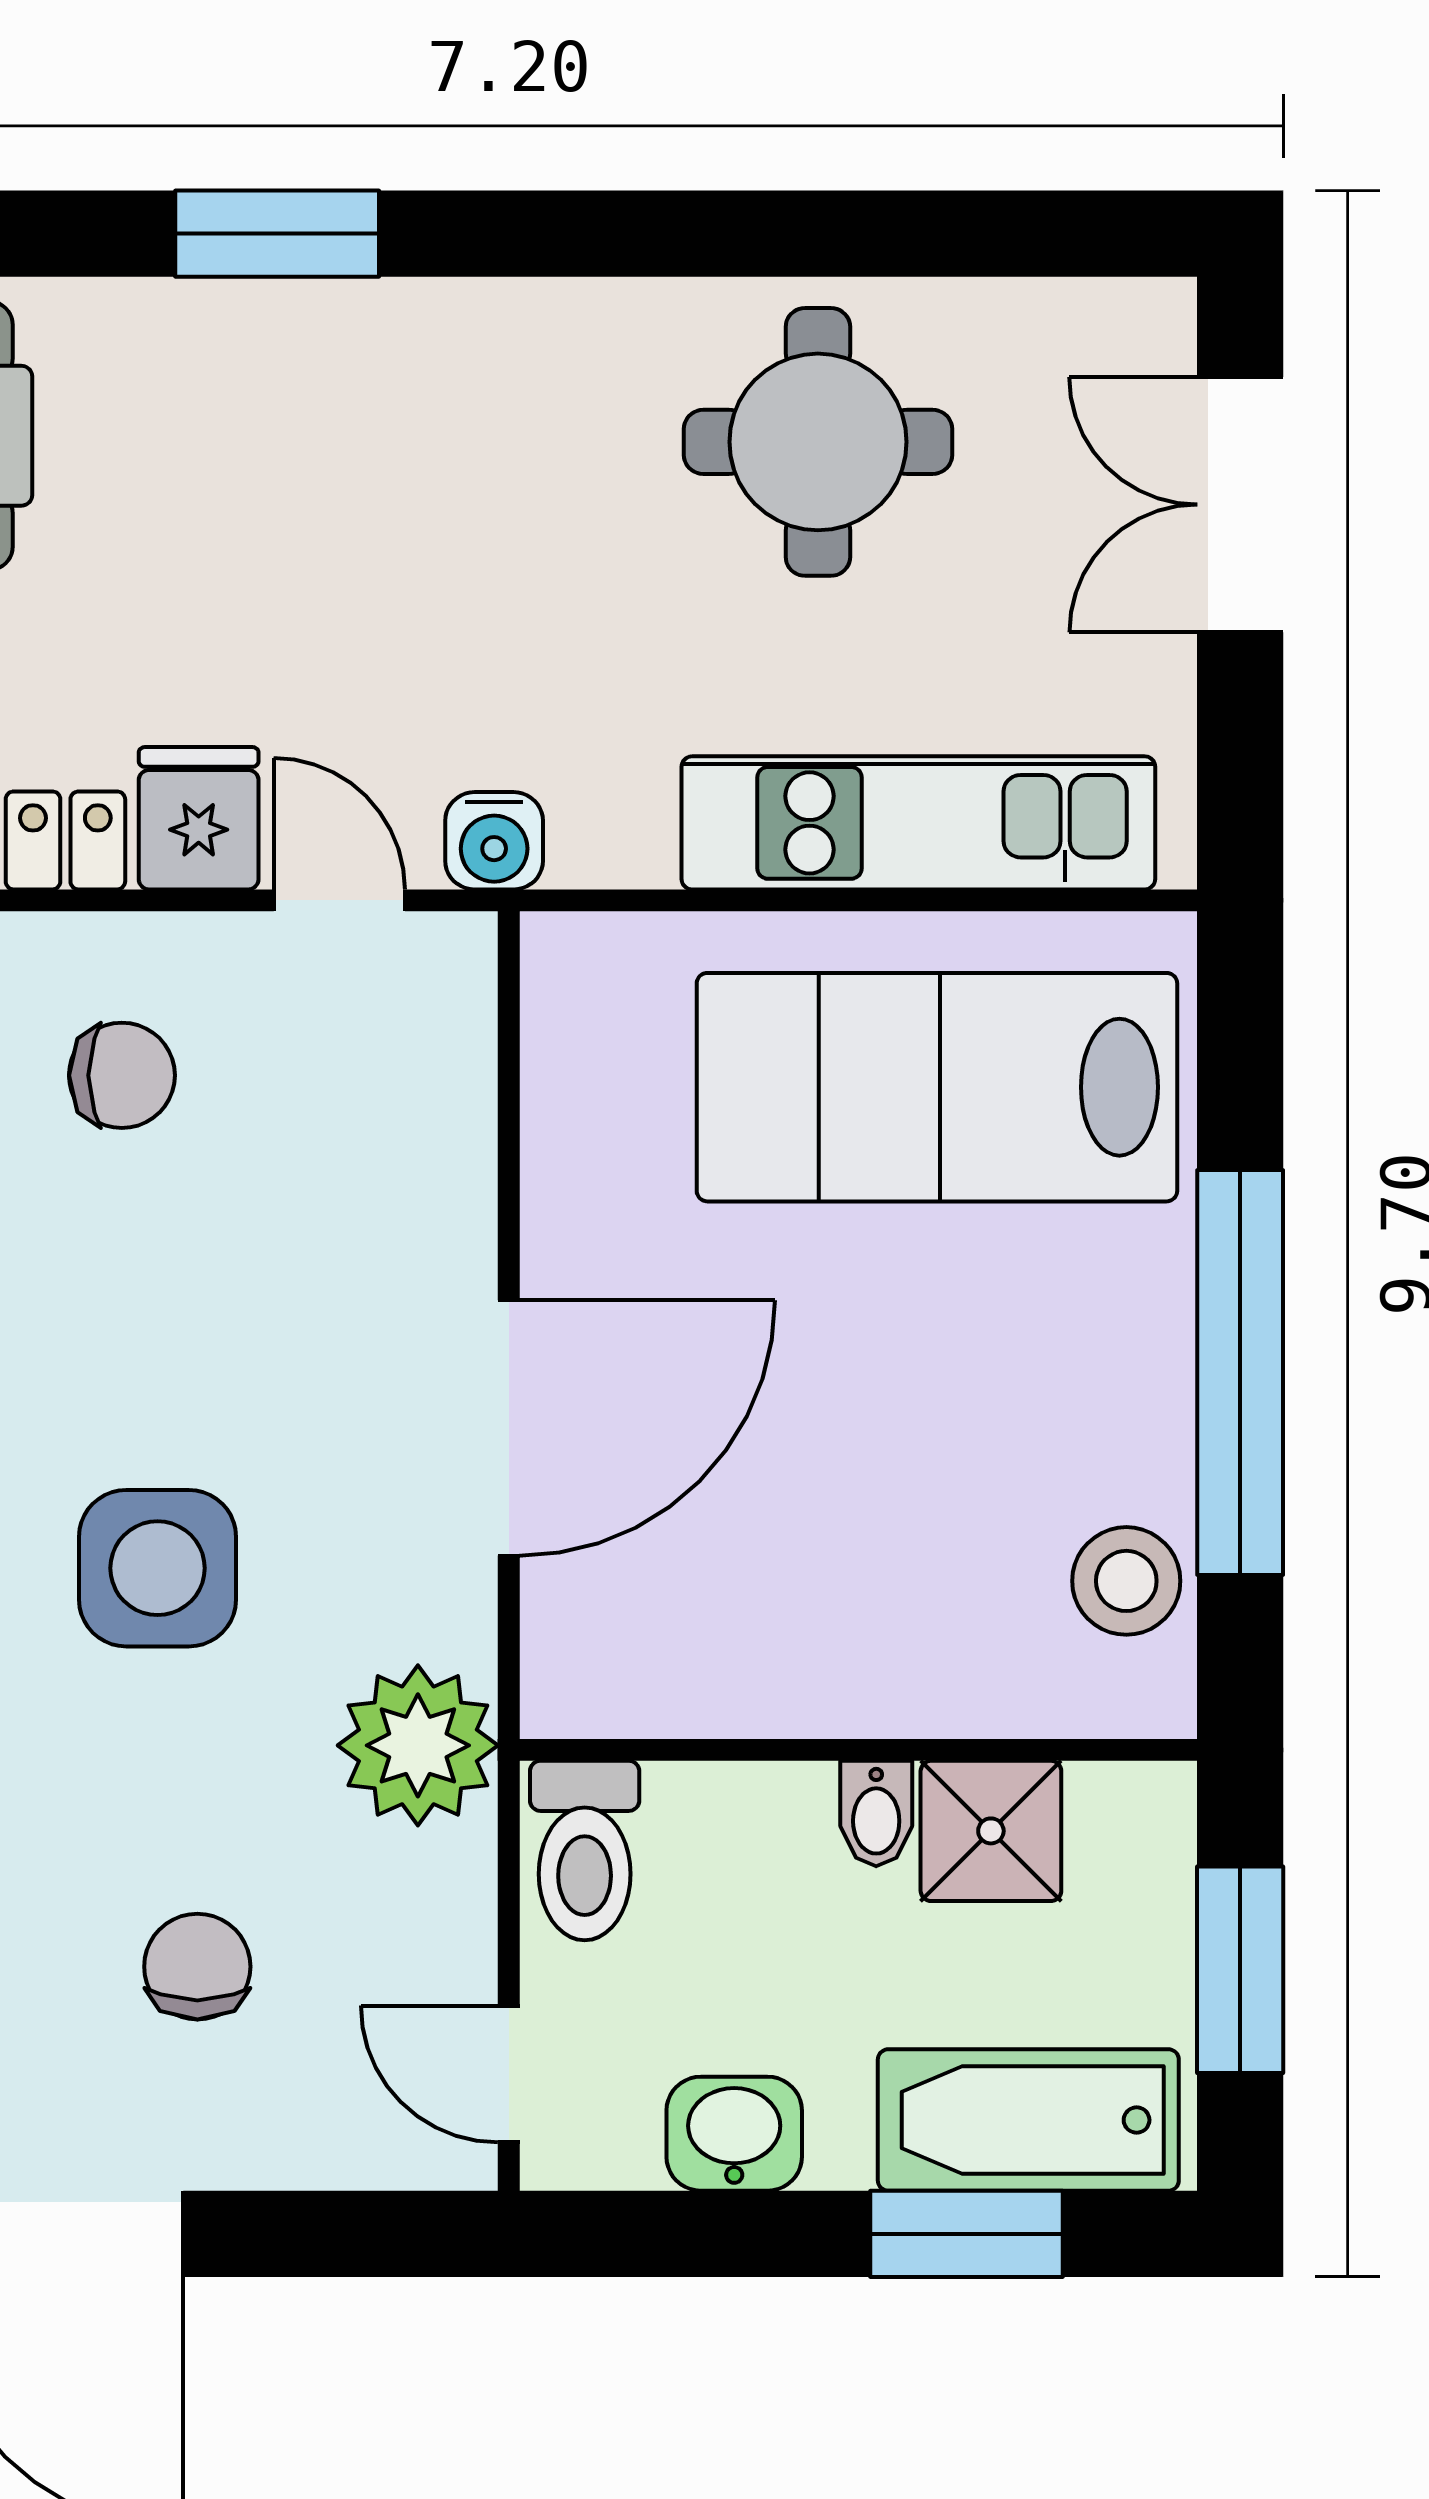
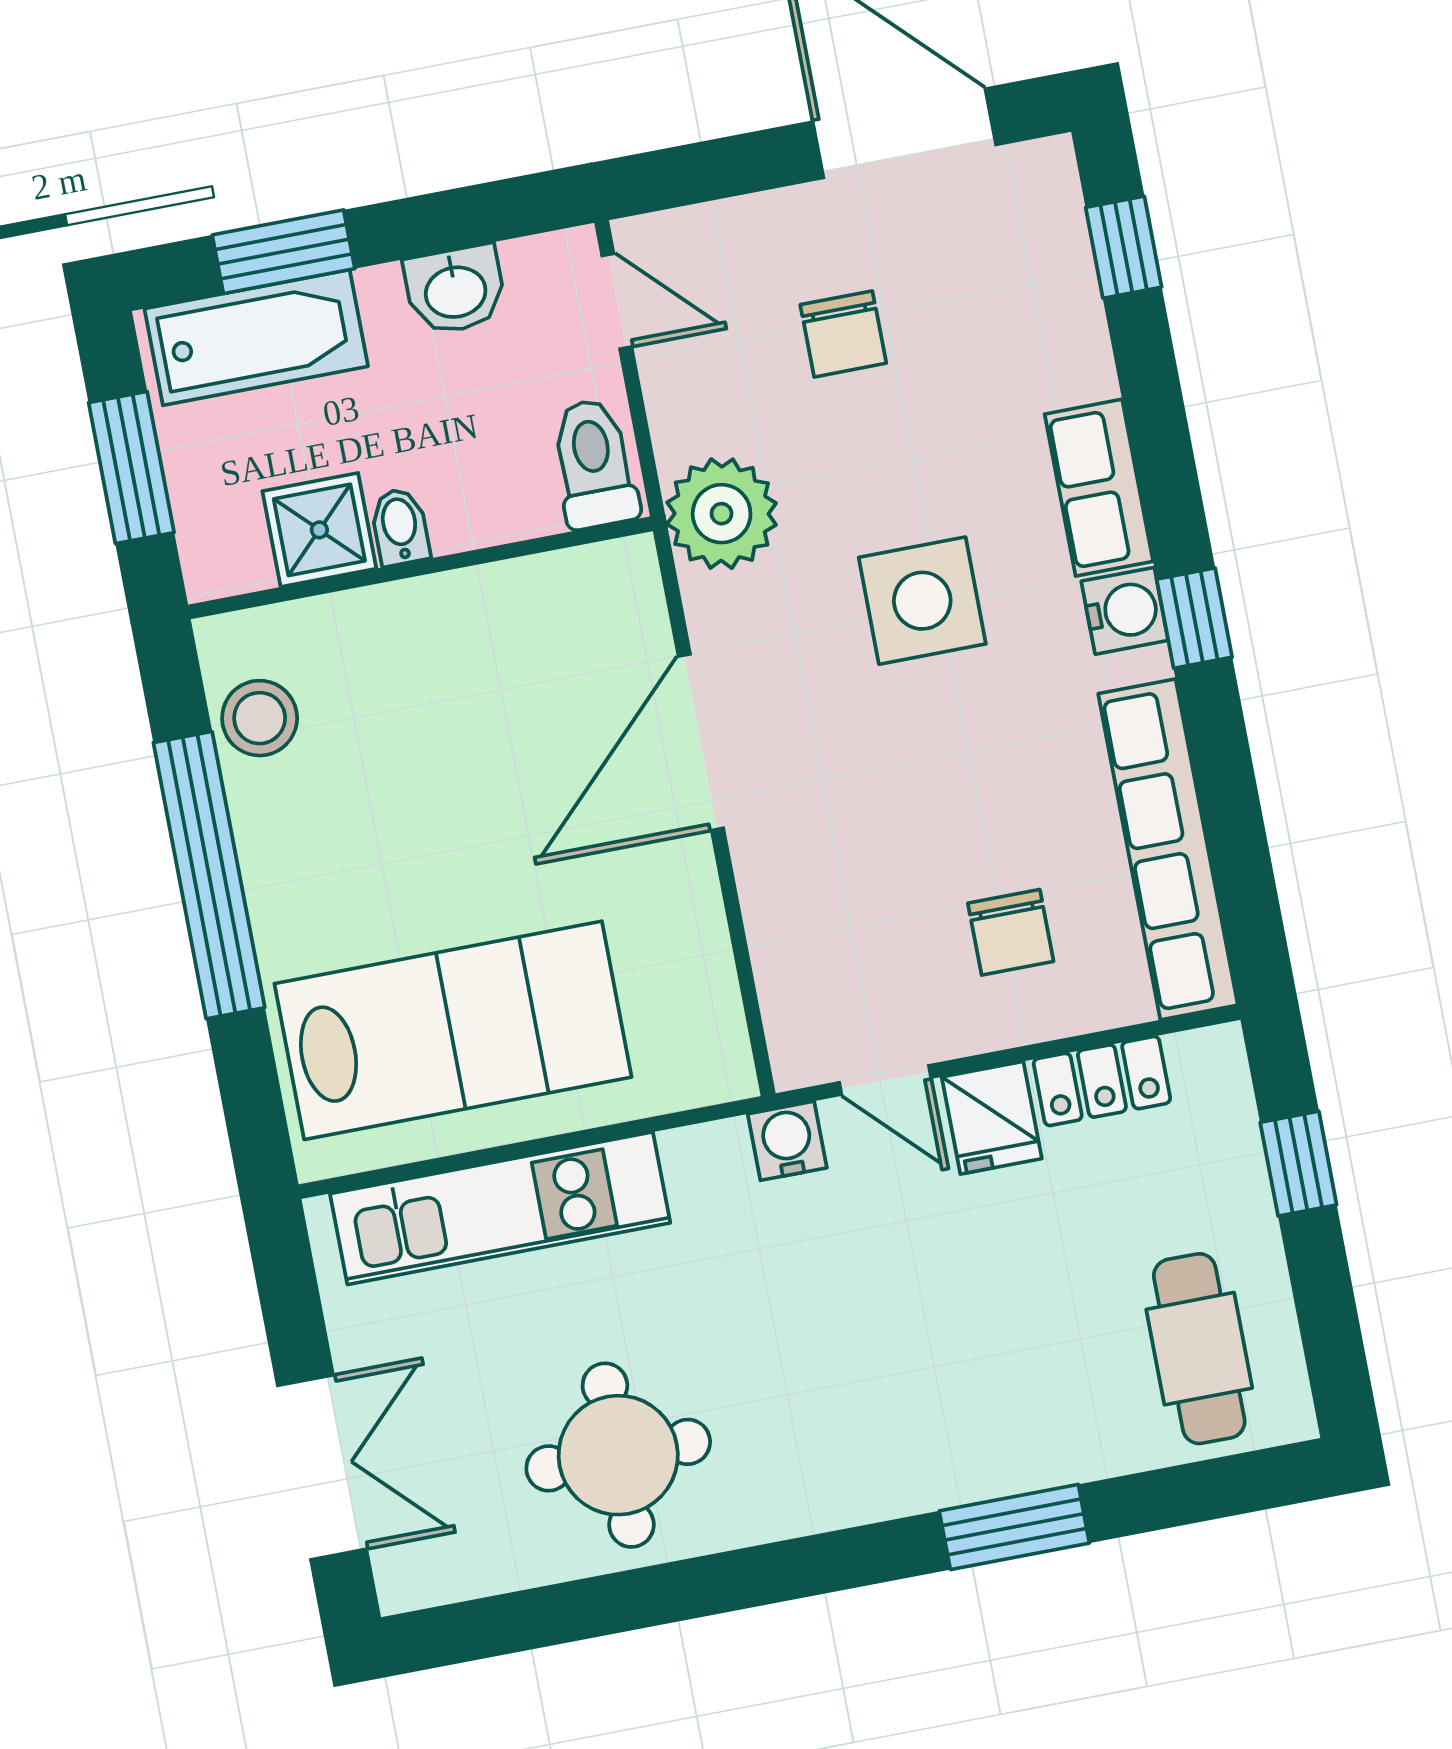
chair: (122, 1075) -> (1011, 932), turned -90

